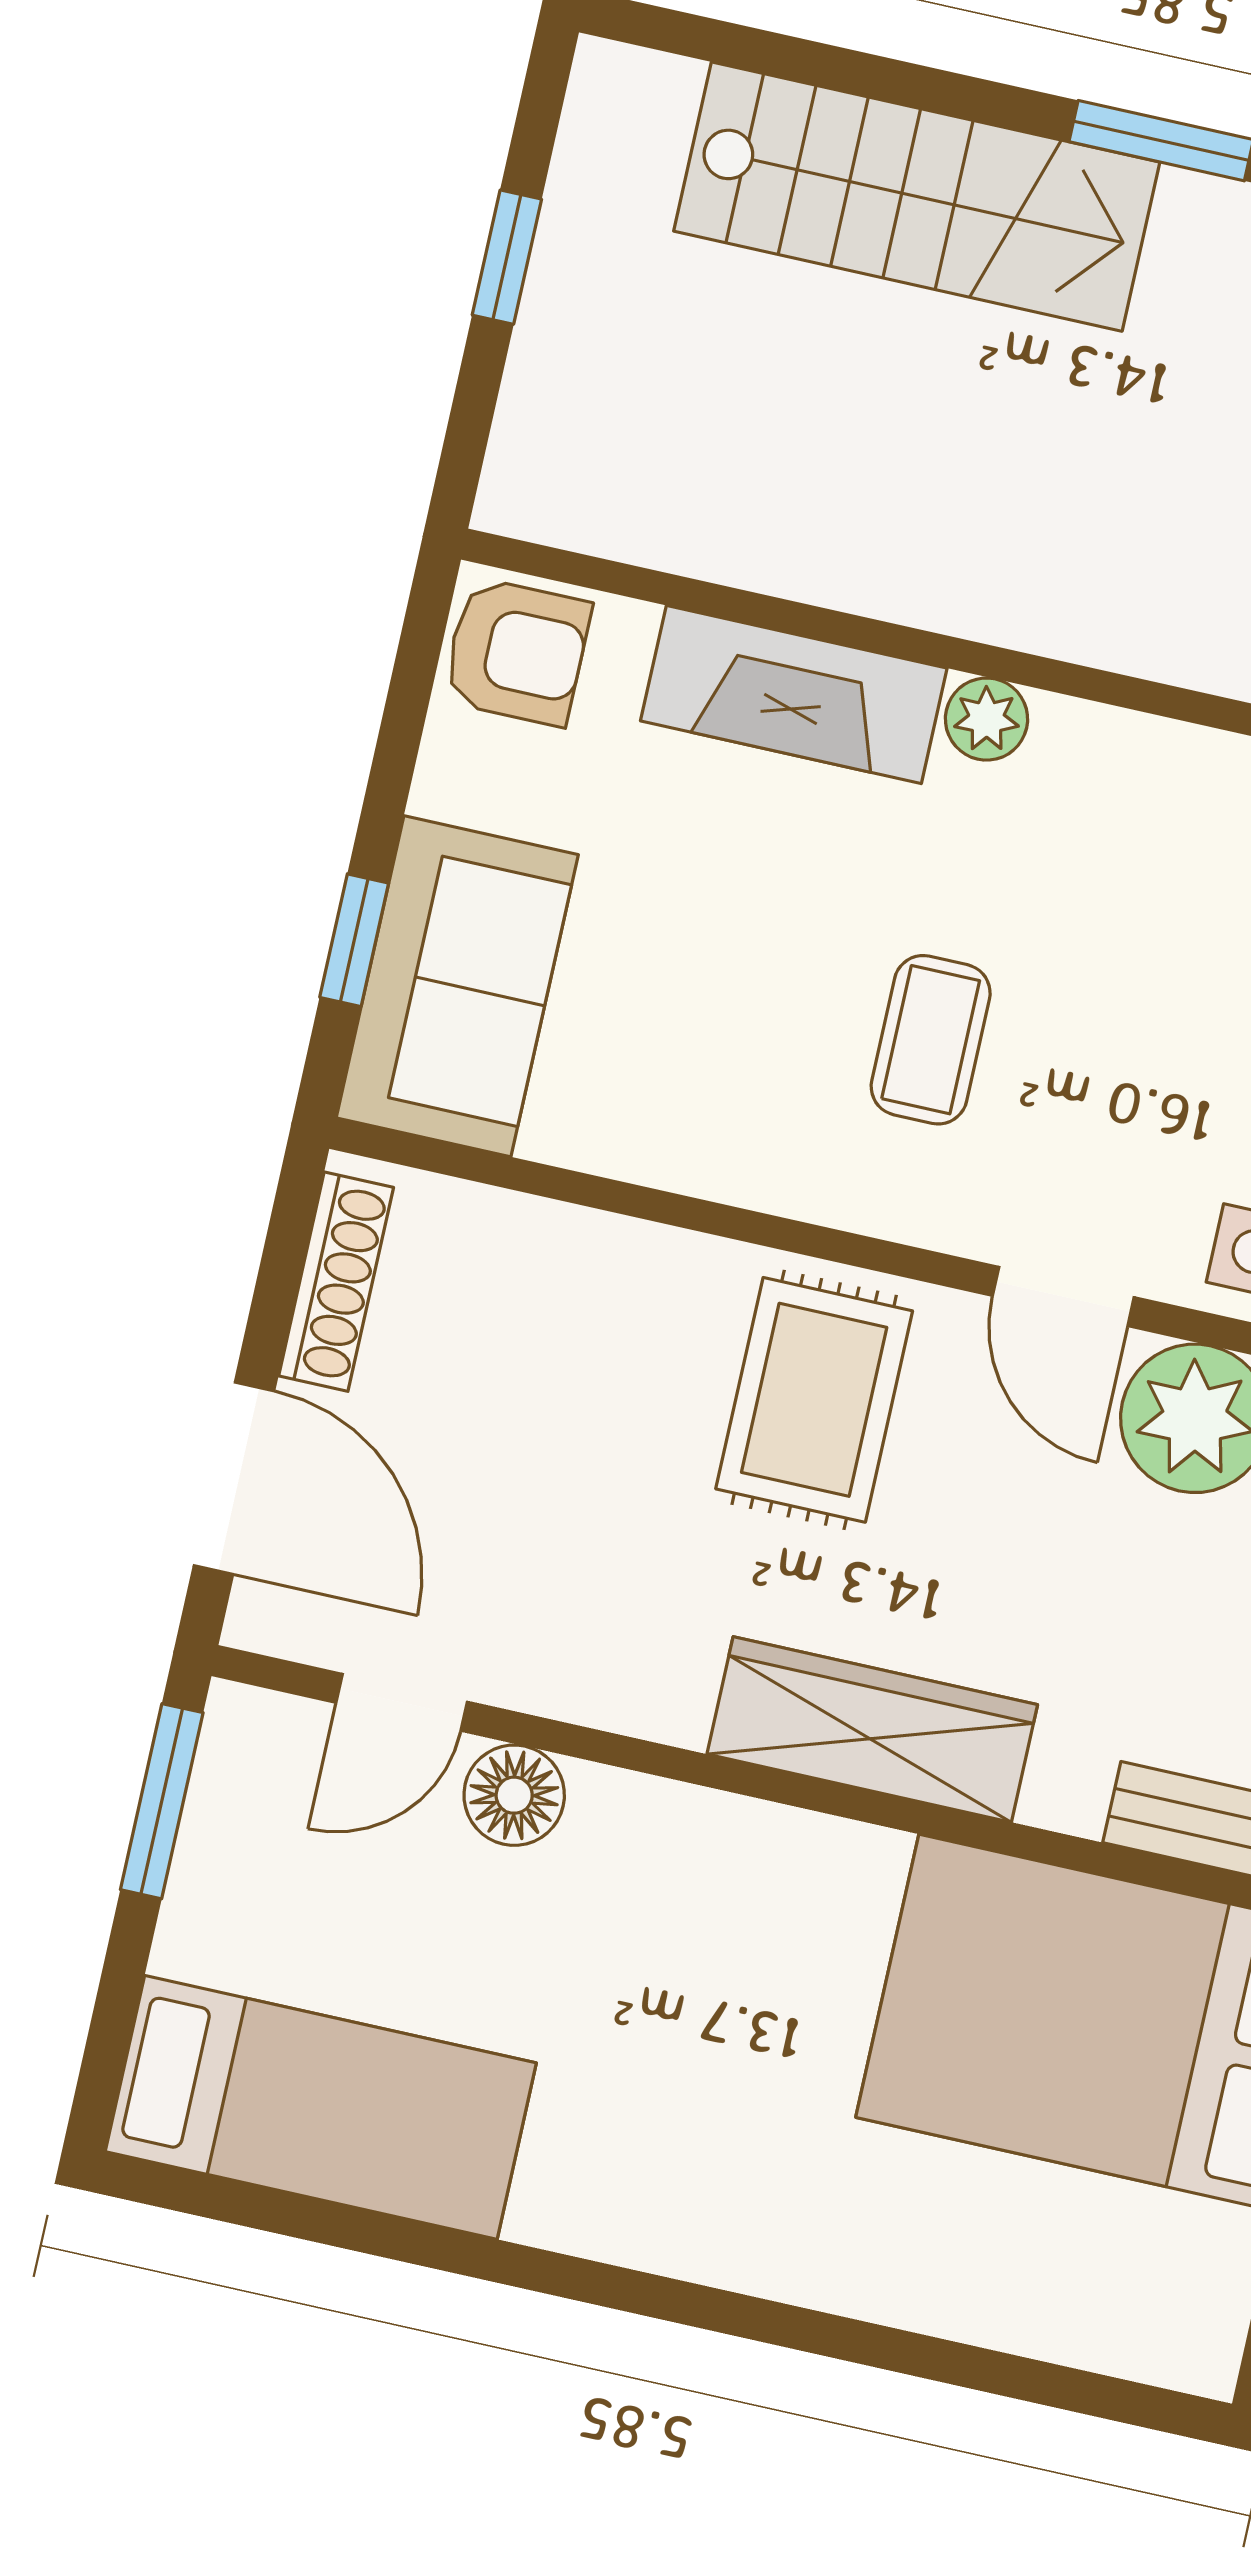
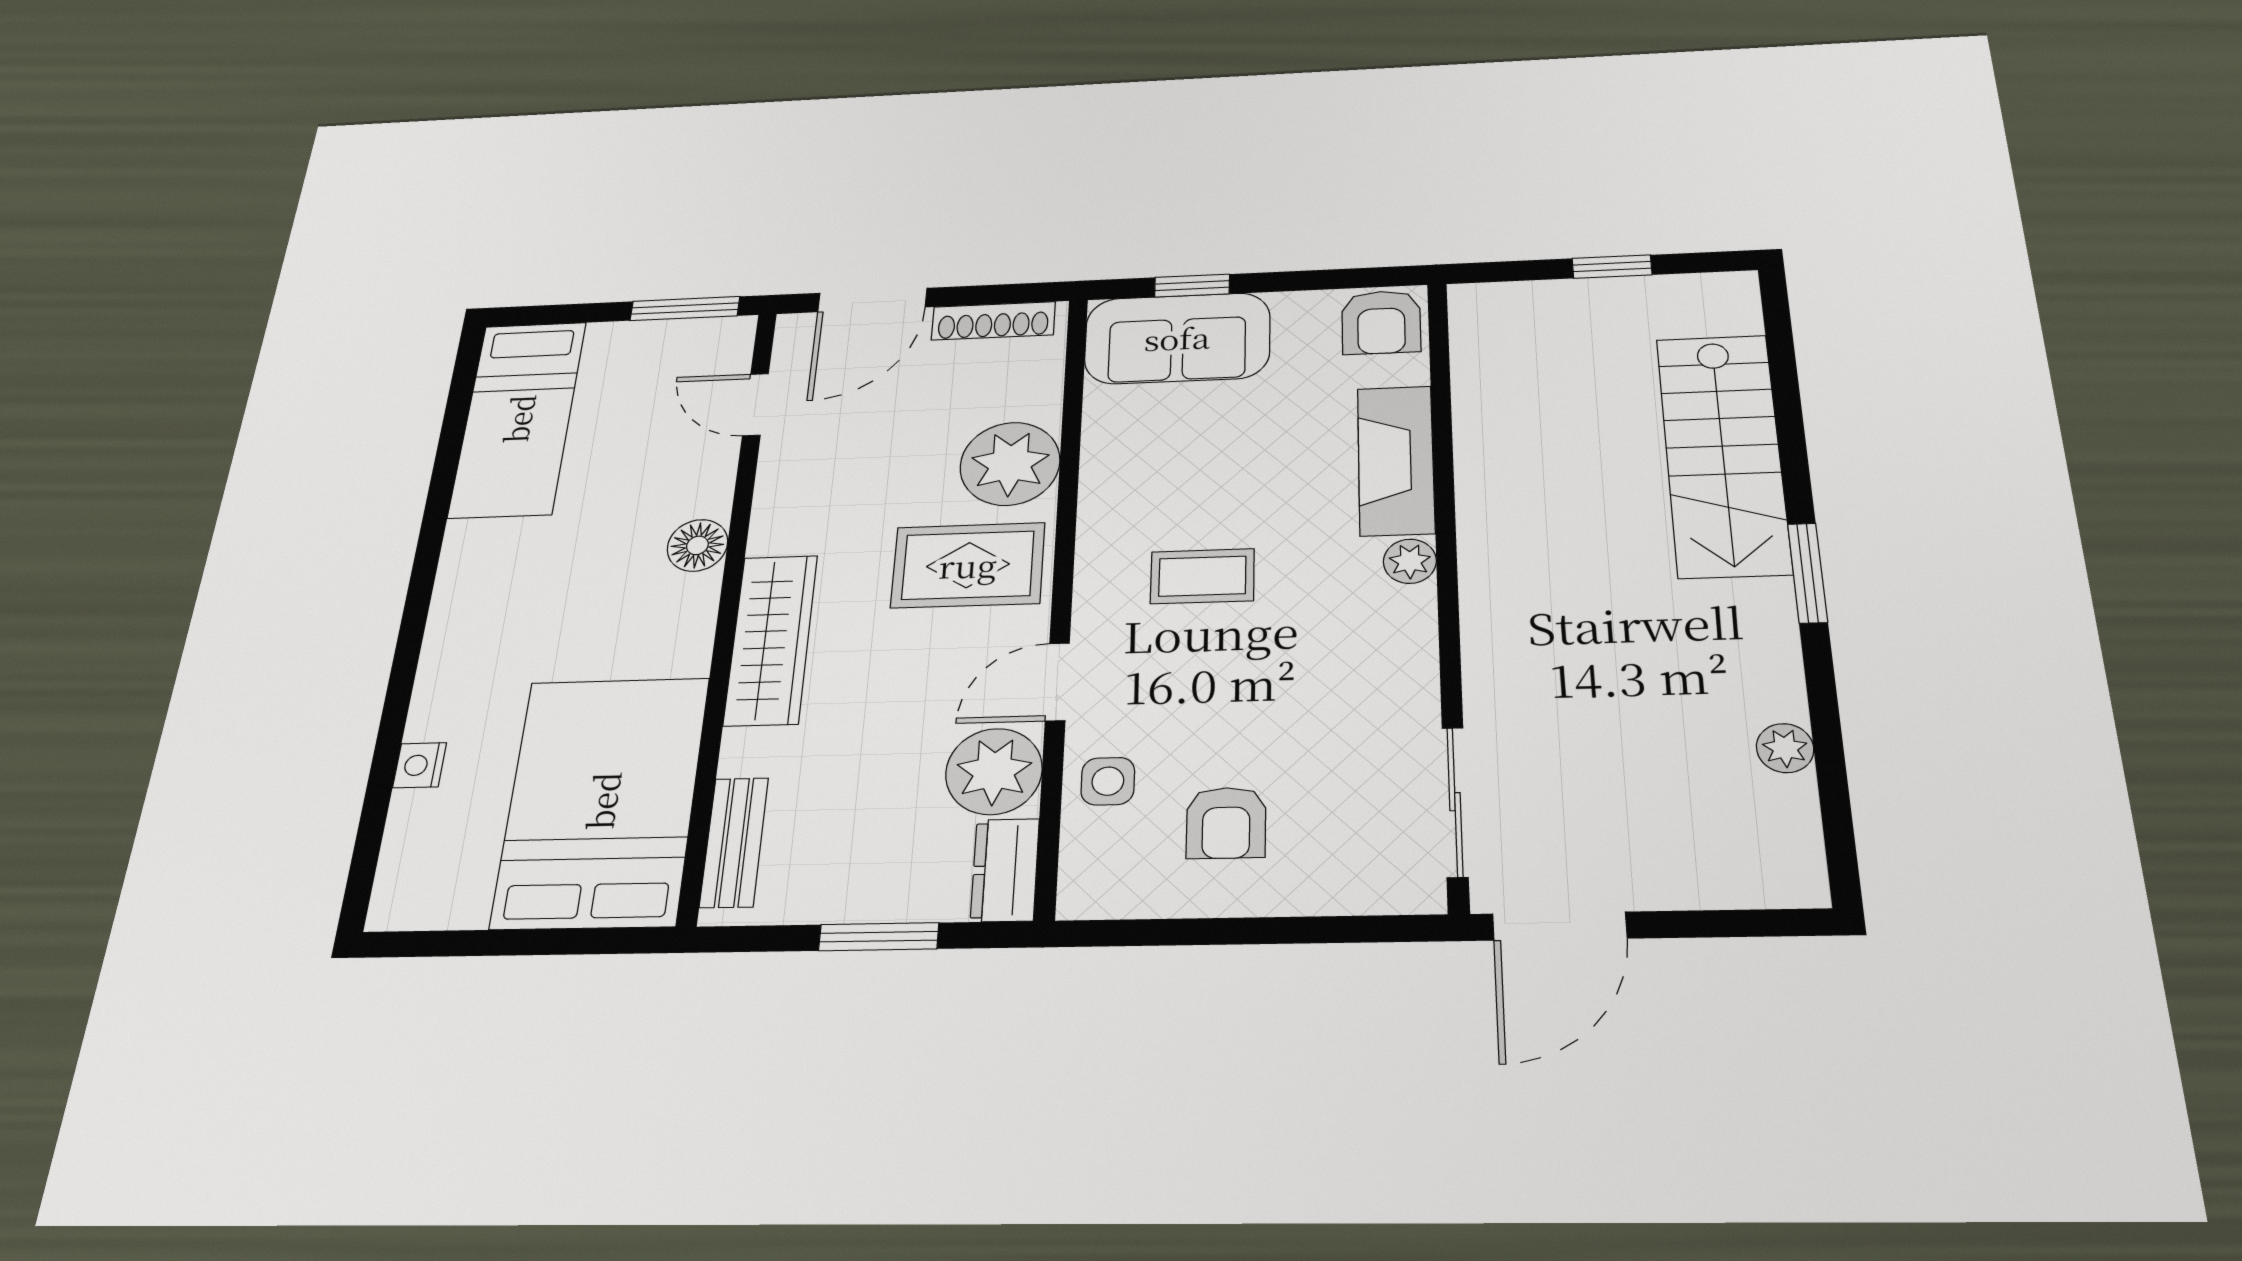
plant: (636, 1302) -> (1010, 464), added
floor lamp: (514, 1795) -> (697, 545), moved
nightstand: (961, 2305) -> (420, 765), added

